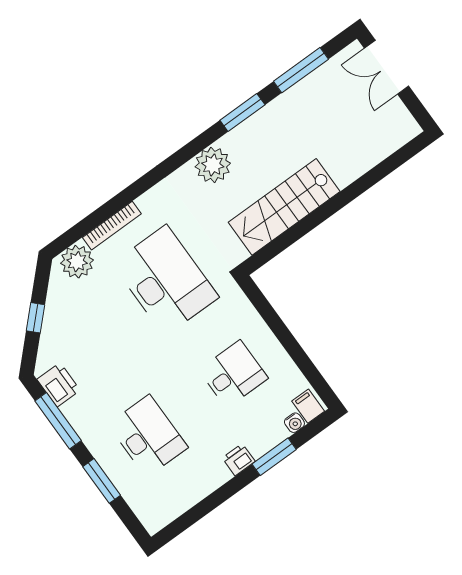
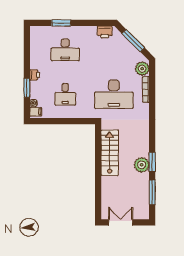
double door: (387, 67) -> (121, 222), moved
plant: (213, 165) -> (142, 165), moved
window: (35, 318) -> (133, 41), width x2.17
window: (58, 421) -> (93, 23), removed

